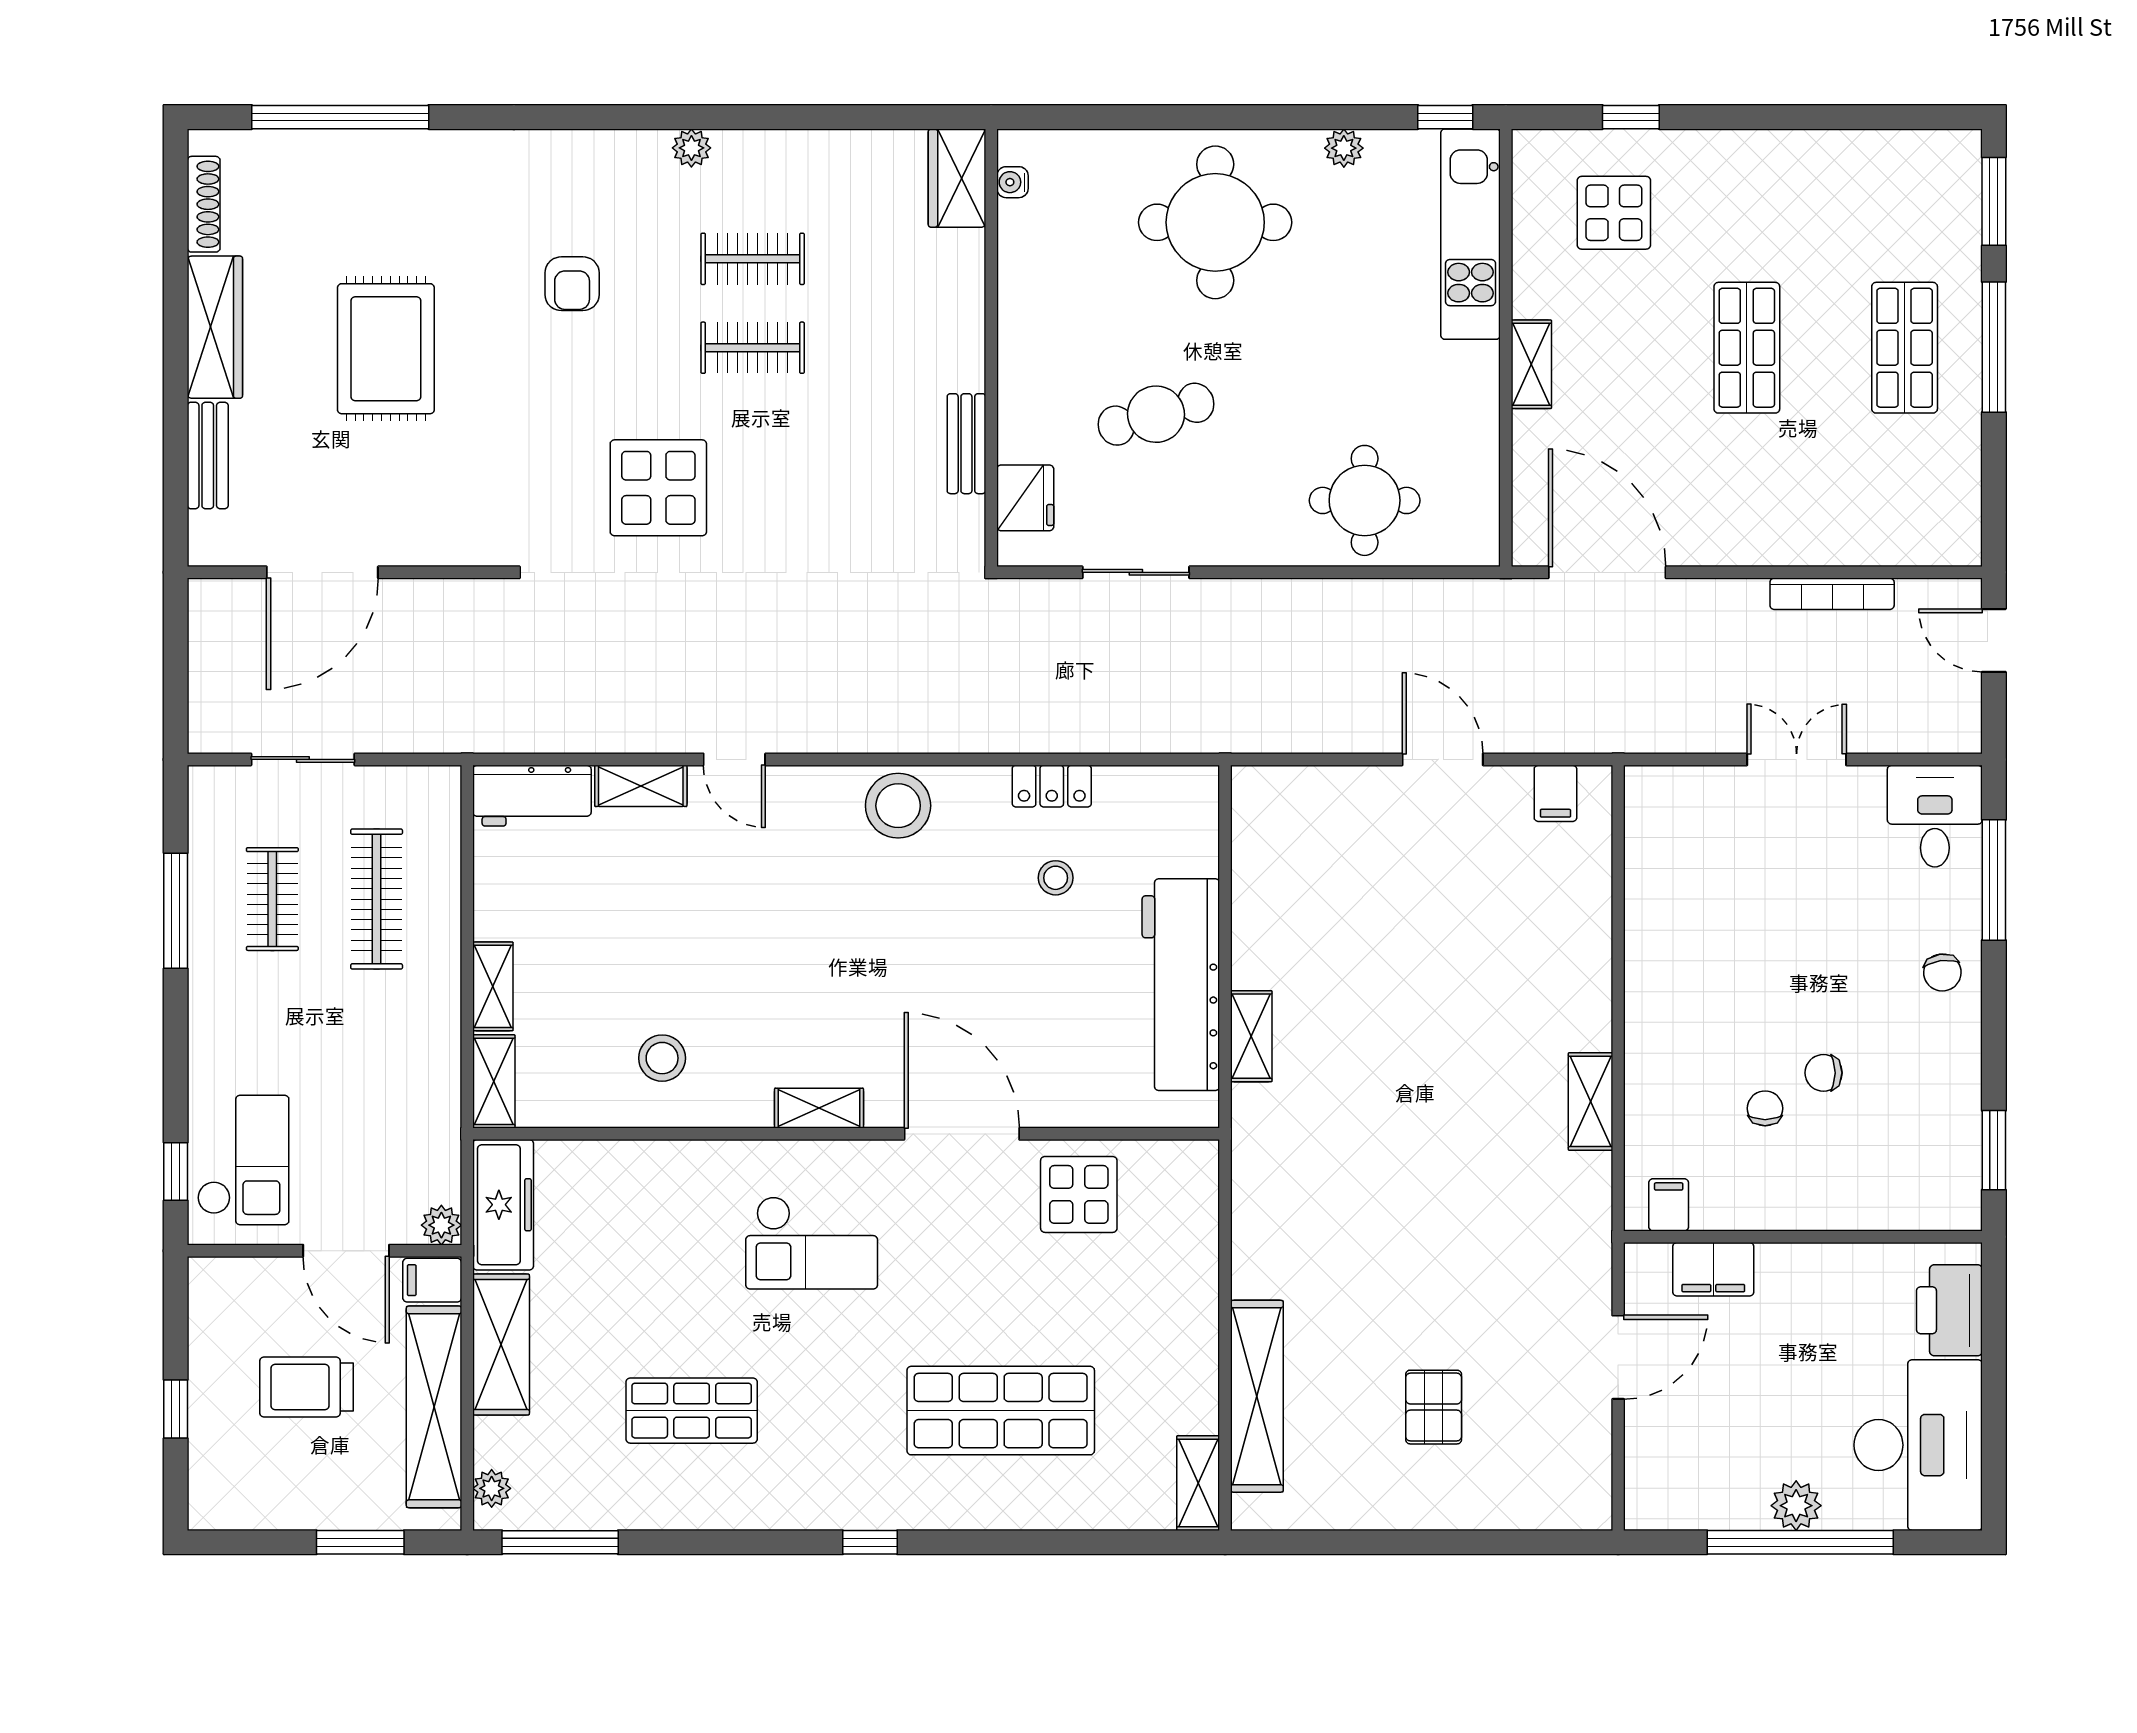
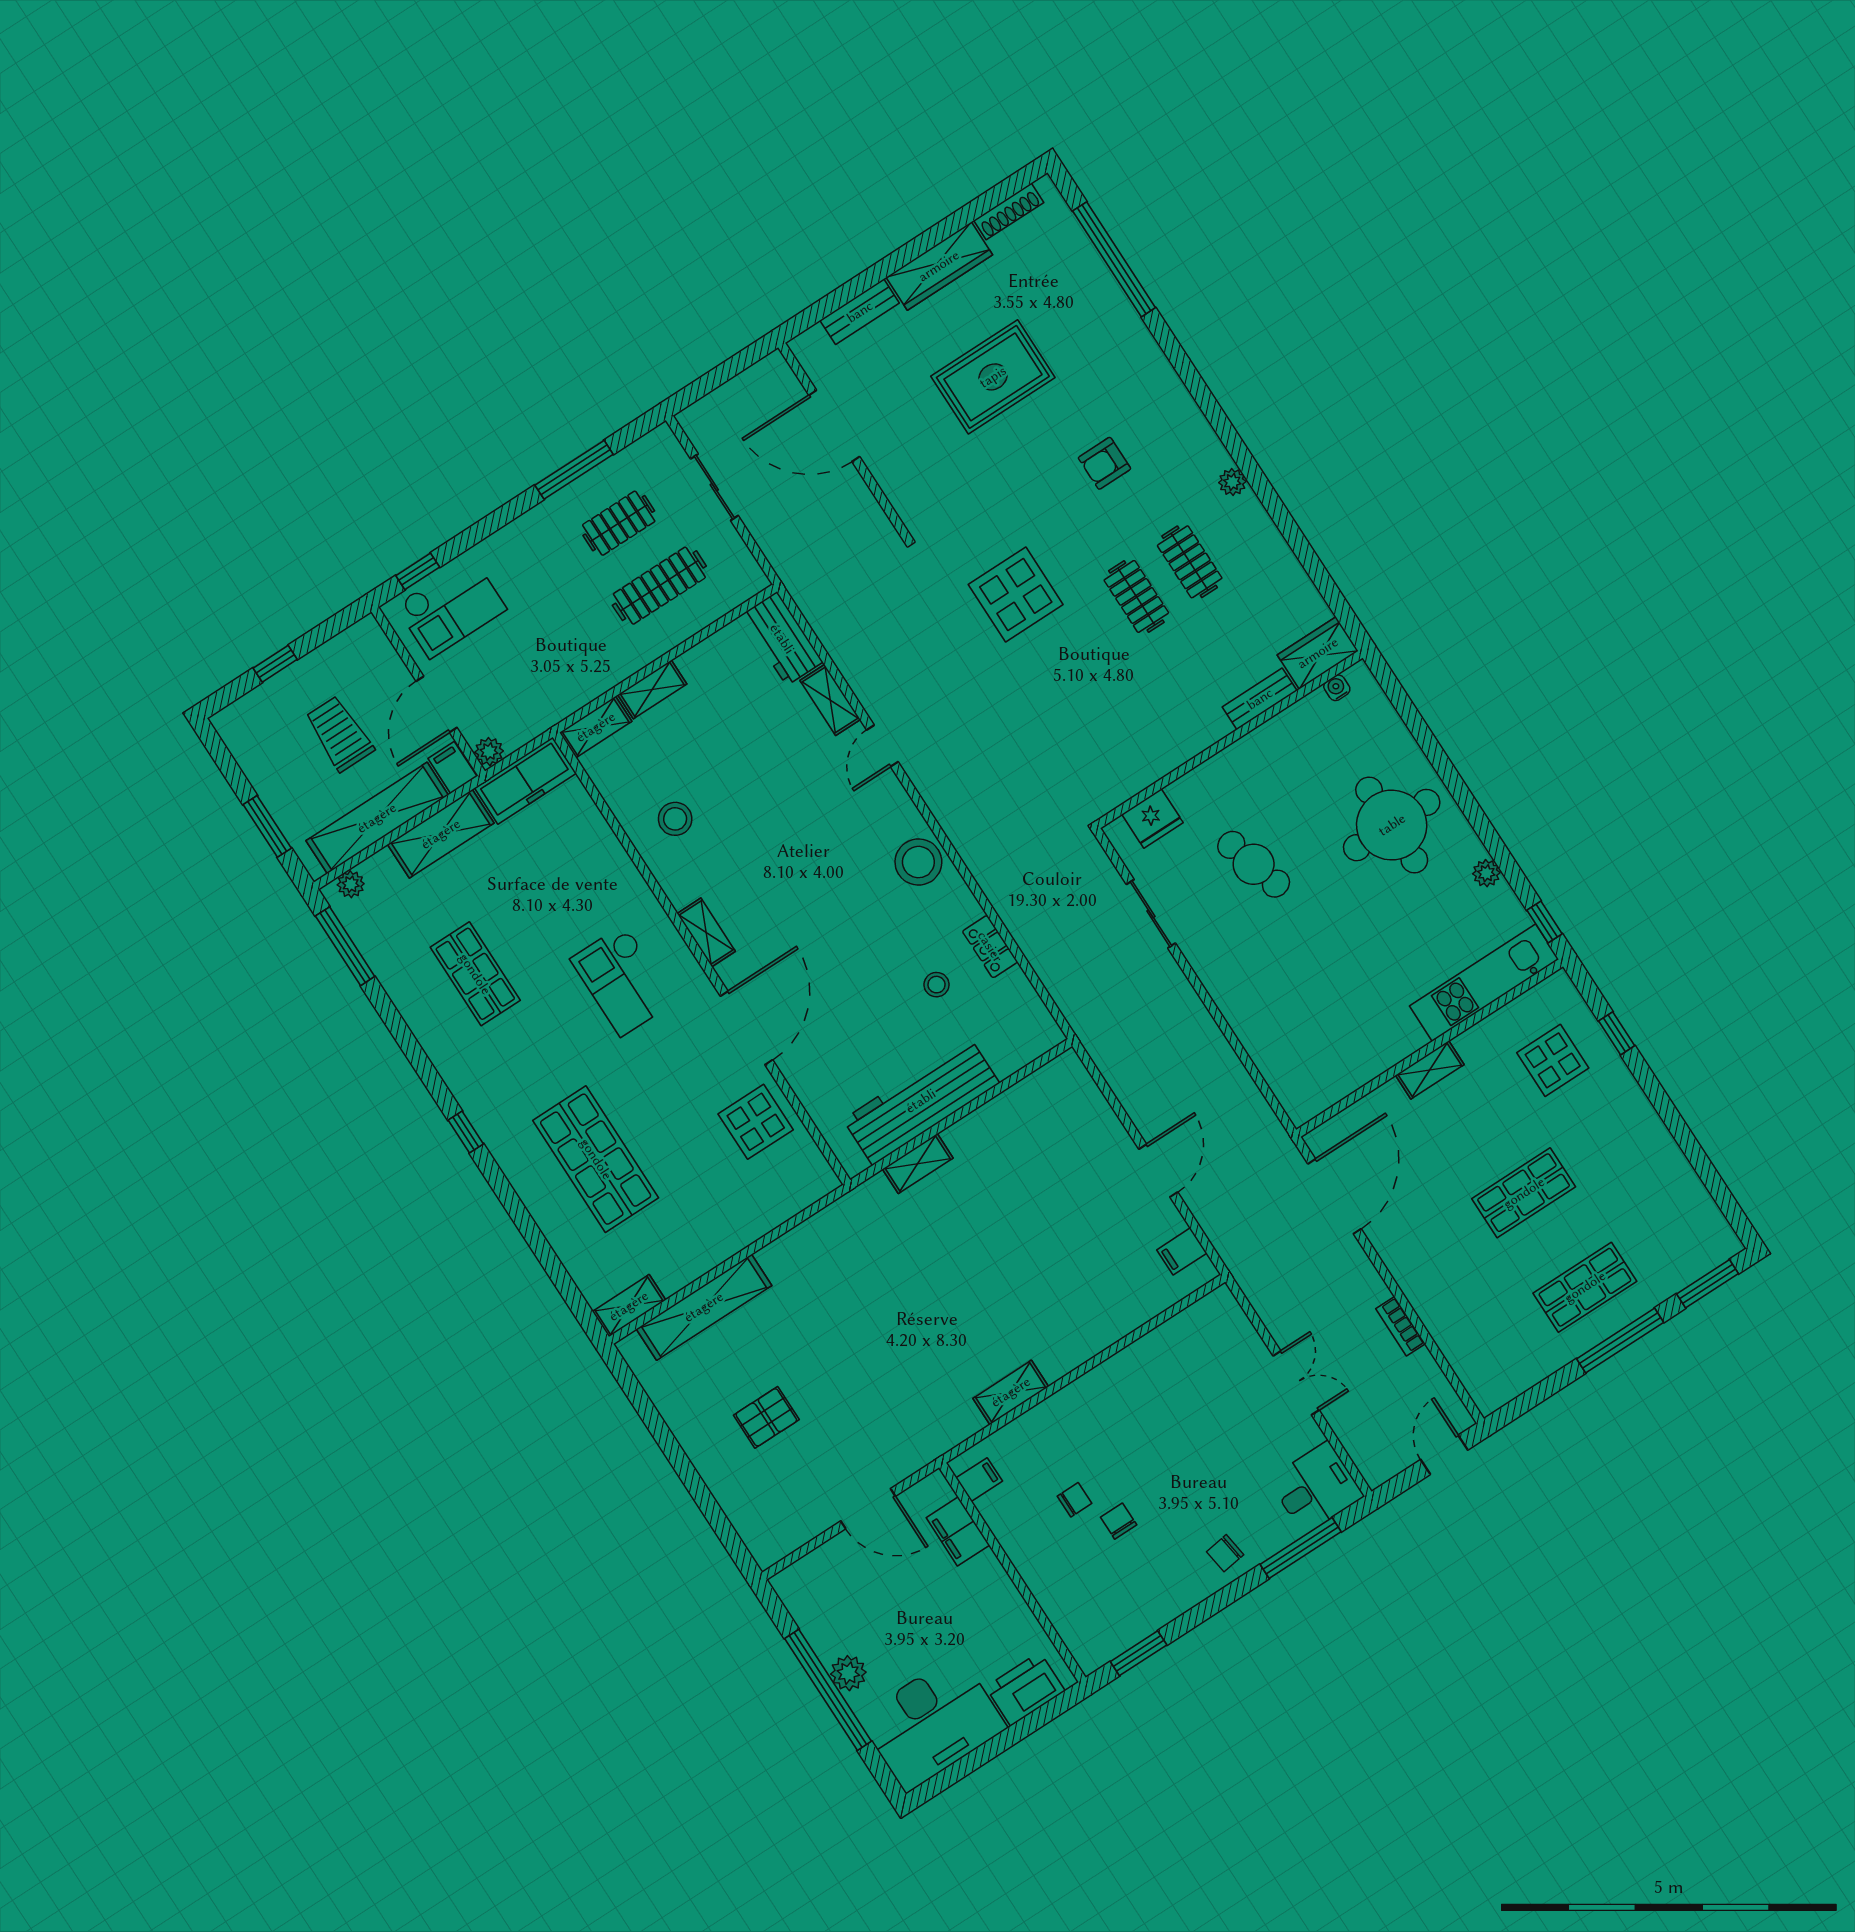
bench: (966, 444) -> (1260, 699), moved
round table: (1365, 500) -> (1283, 1023), removed
bookcase: (1832, 594) -> (1401, 1326), width x0.64

